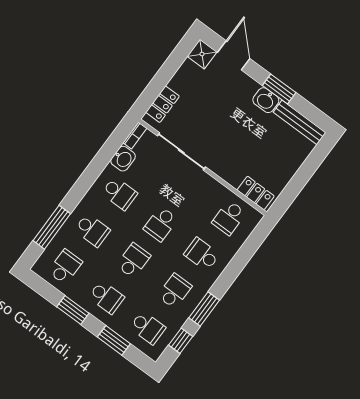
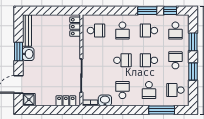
school desk: (92, 230) -> (149, 90), turned 180
school desk: (148, 328) -> (175, 31), turned 180

